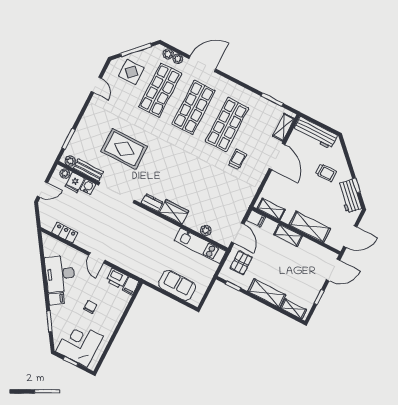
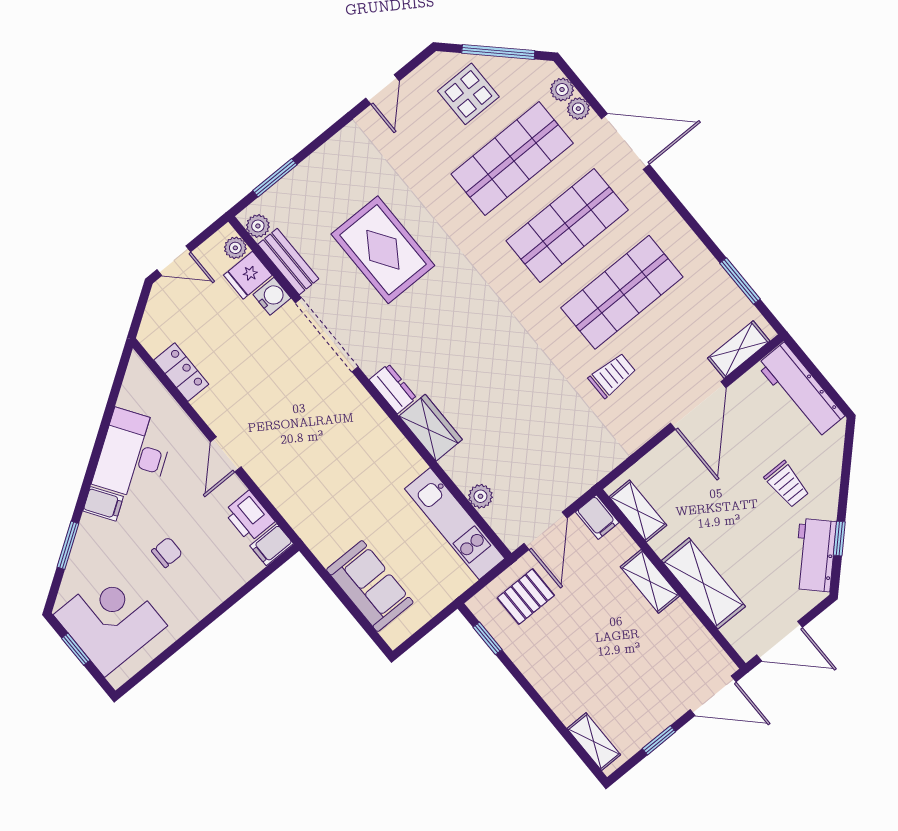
shelving: (267, 293) -> (552, 684), removed

